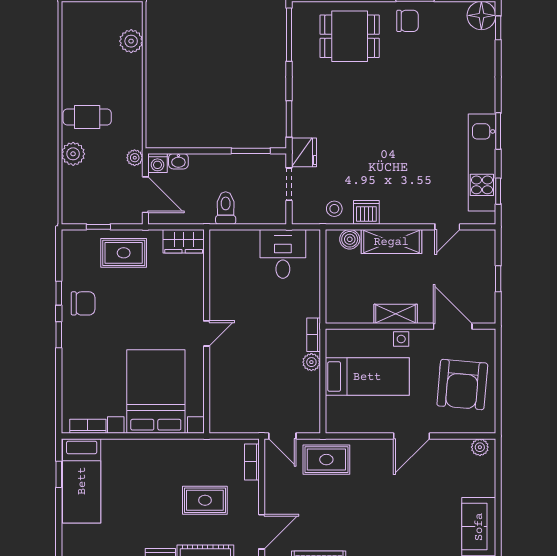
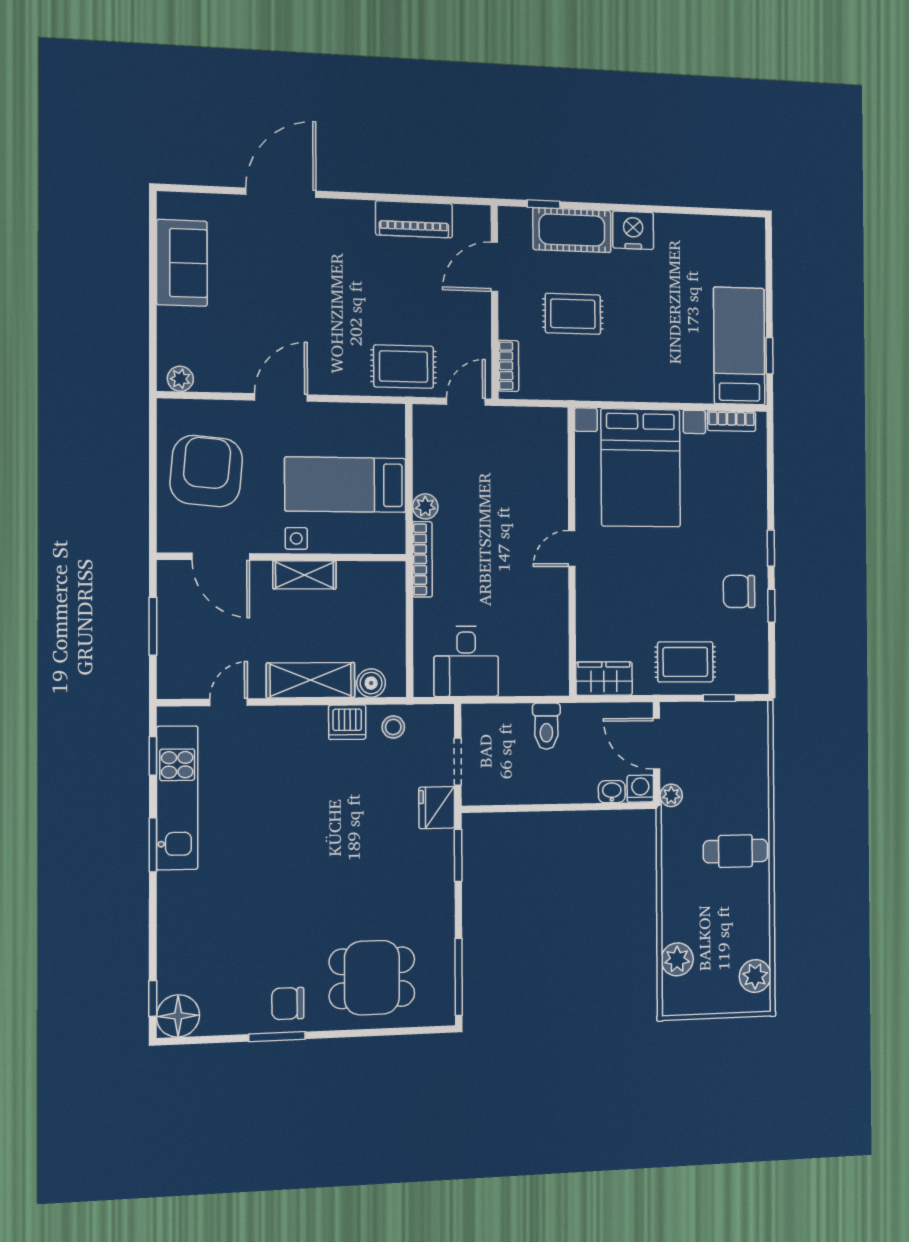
window: (251, 151) -> (512, 808), removed
plant: (73, 154) -> (755, 976), moved
window: (498, 279) -> (153, 626), width x1.50
bookcase: (314, 335) -> (422, 559), width x1.56
door: (282, 436) -> (466, 402), hinge flipped

